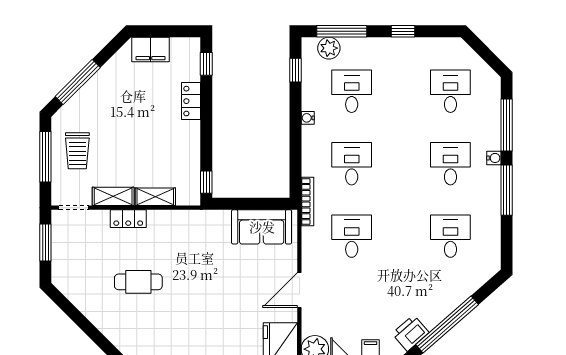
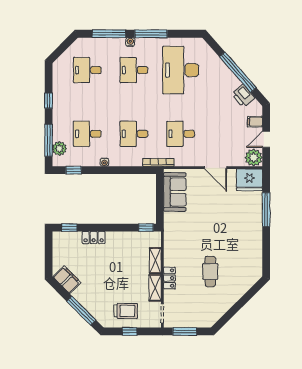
filing cabinet: (151, 49) -> (67, 280), moved, turned -45
window: (45, 157) -> (130, 331), width x0.46
desk: (450, 236) -> (181, 70), width x1.87, depth x1.30

